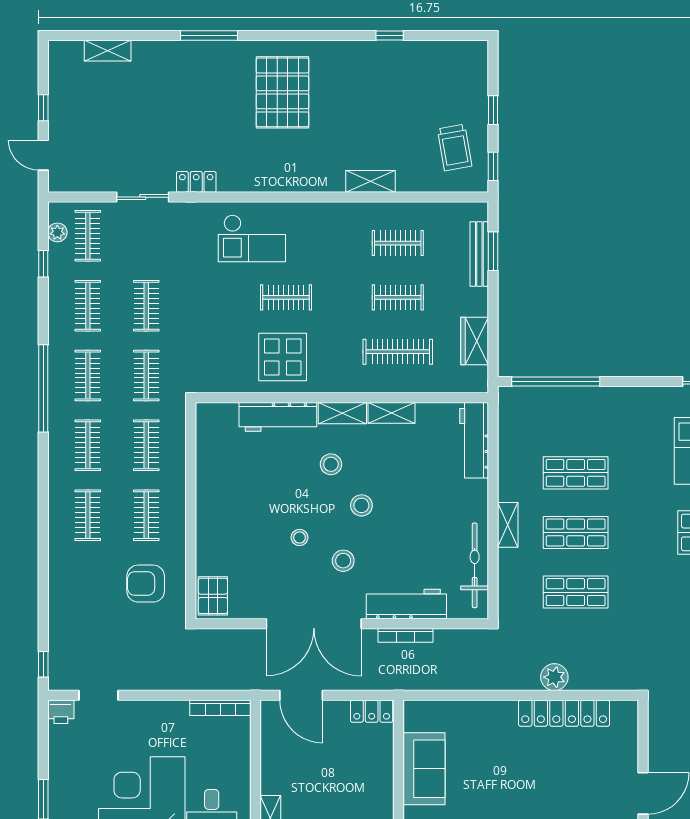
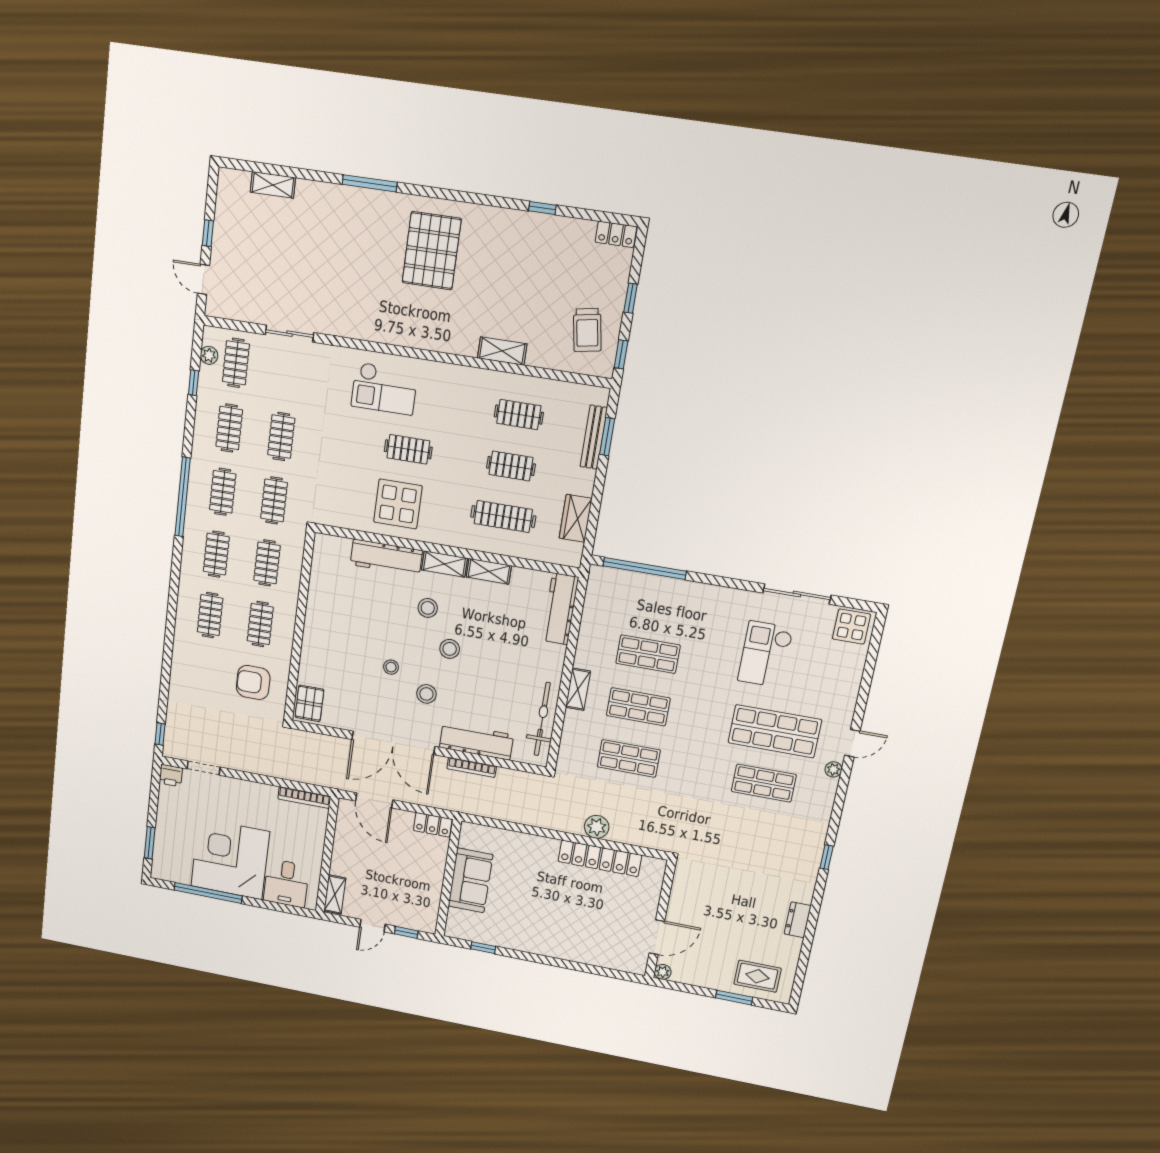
locker: (196, 182) -> (616, 234), moved, turned 180

